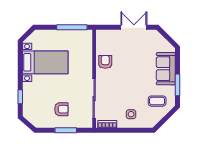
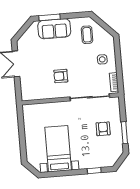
window: (72, 27) -> (21, 125), removed
armchair: (105, 62) -> (61, 76), moved
window: (178, 85) -> (50, 17), moved
window: (66, 130) -> (124, 133), moved

